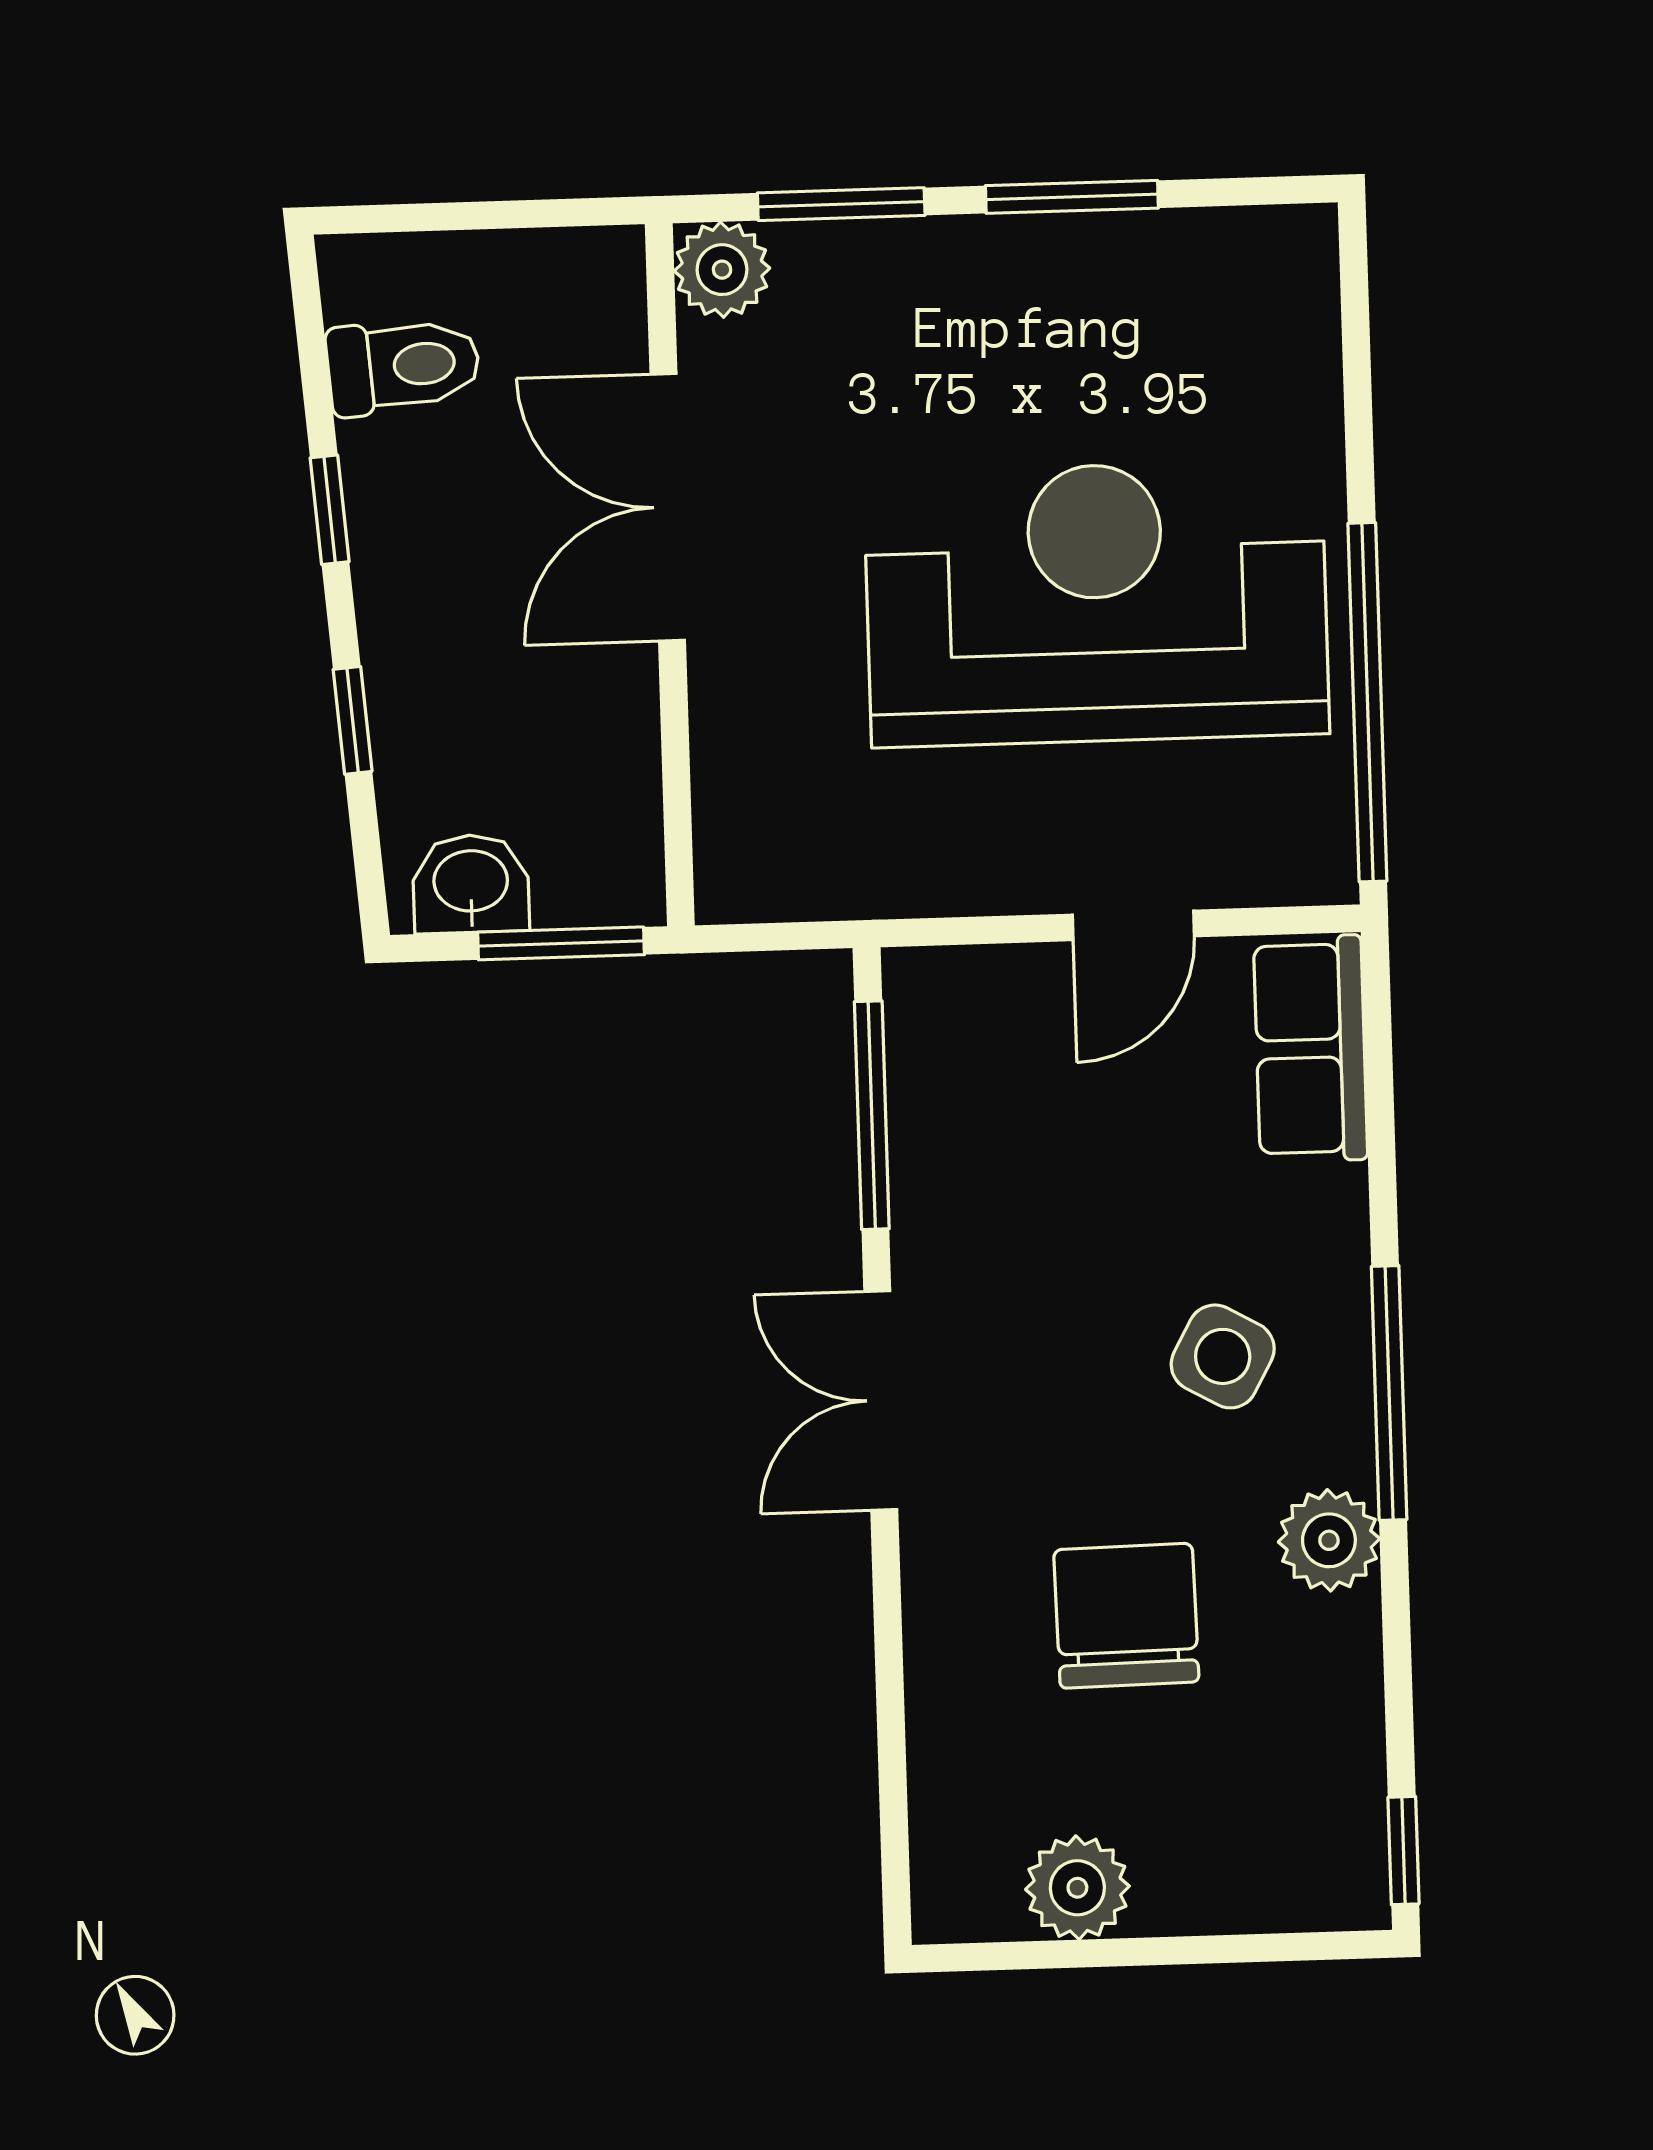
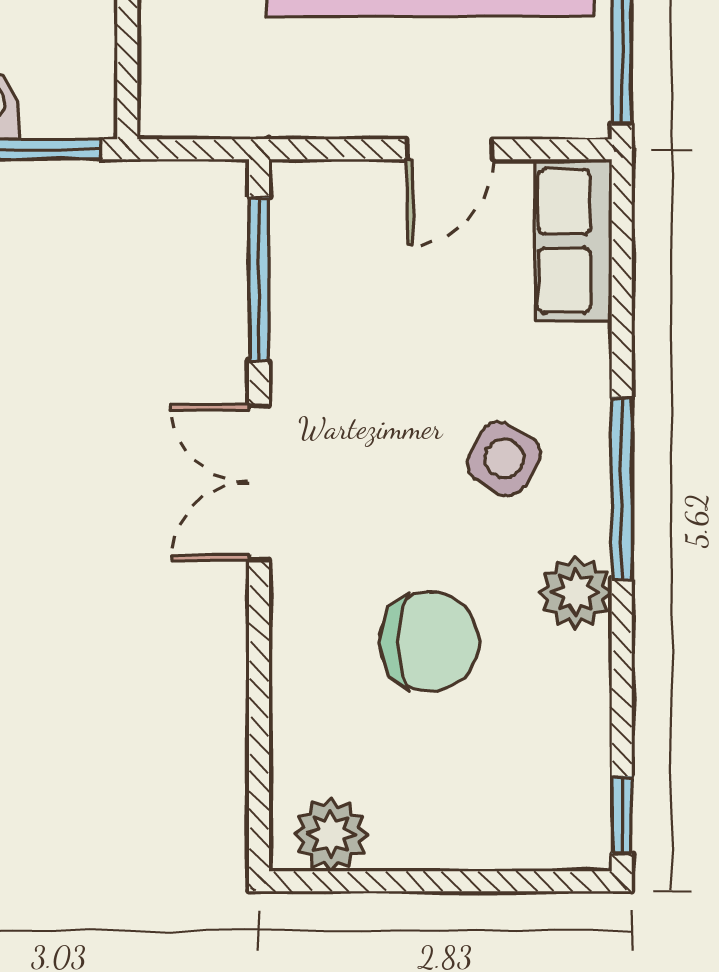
chair: (1126, 1616) -> (429, 641), turned 91
plant: (1077, 1888) -> (331, 834), moved

